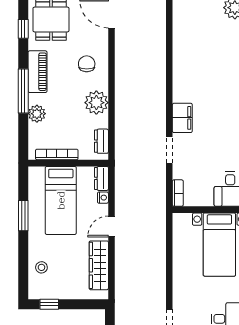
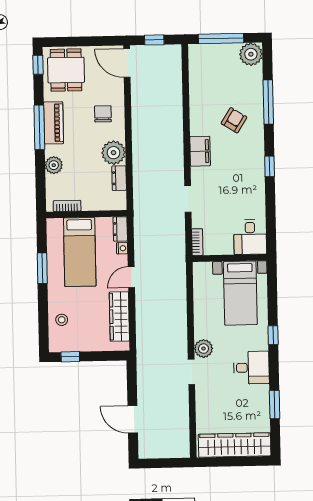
window: (23, 29) -> (38, 65), moved
armchair: (217, 73) -> (234, 120), added
window: (23, 91) -> (39, 127), moved
filing cabinet: (182, 118) -> (200, 151), moved
dresser: (101, 141) -> (119, 178), moved
bookcase: (57, 154) -> (67, 206), width x0.64
plant: (182, 299) -> (203, 349), added

